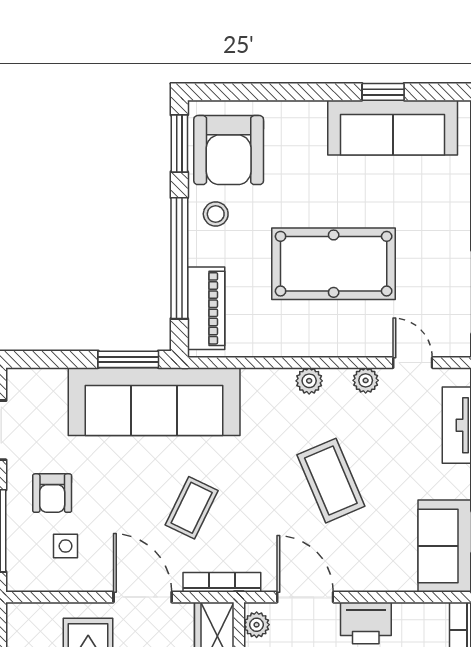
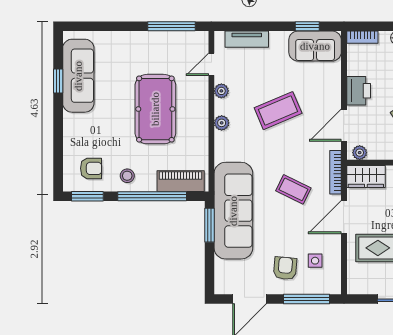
armchair: (229, 150) -> (91, 168), width x0.53, depth x0.53
armchair: (52, 493) -> (285, 268), turned -85

